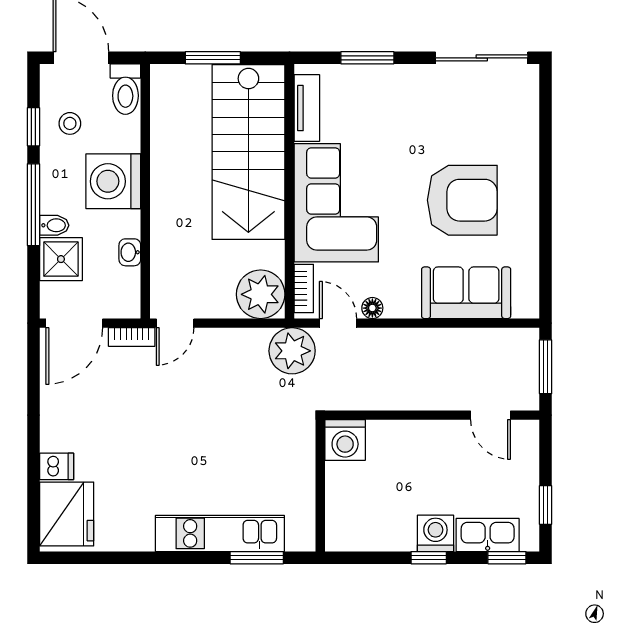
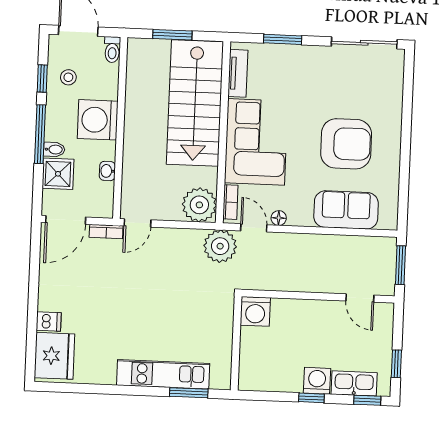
toilet: (125, 89) -> (112, 50), width x0.73, depth x0.72

